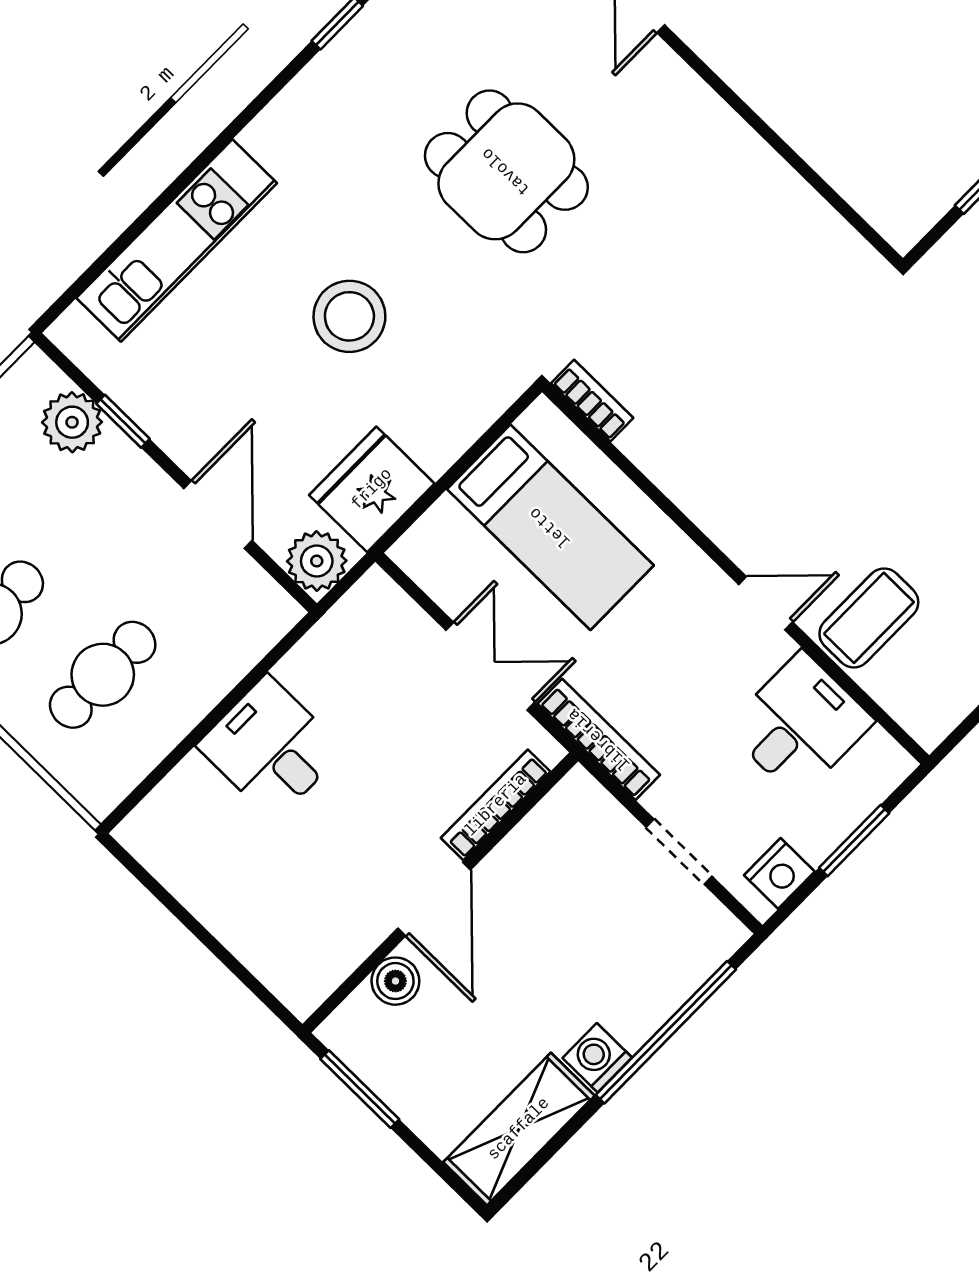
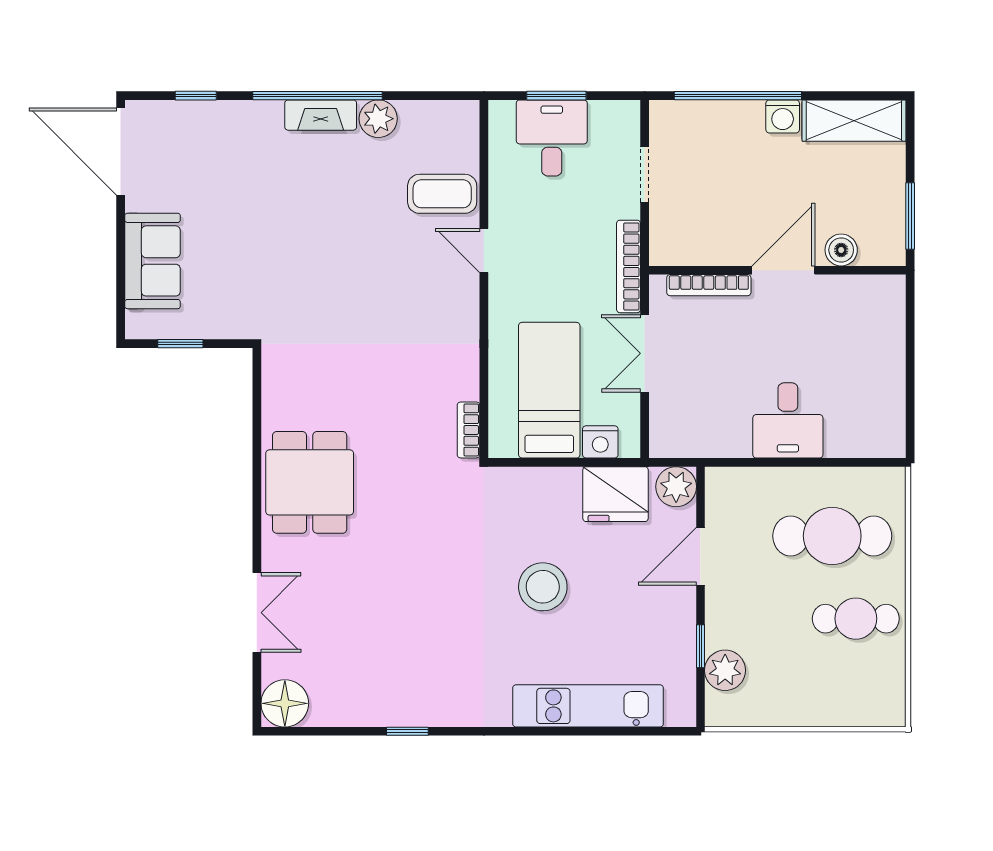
dining table: (506, 171) -> (310, 482), moved
cafe table: (103, 675) -> (832, 536), width x1.37, depth x1.35
desk: (800, 725) -> (552, 138), moved, turned 90
nightstand: (779, 873) -> (600, 442), moved, turned 180

